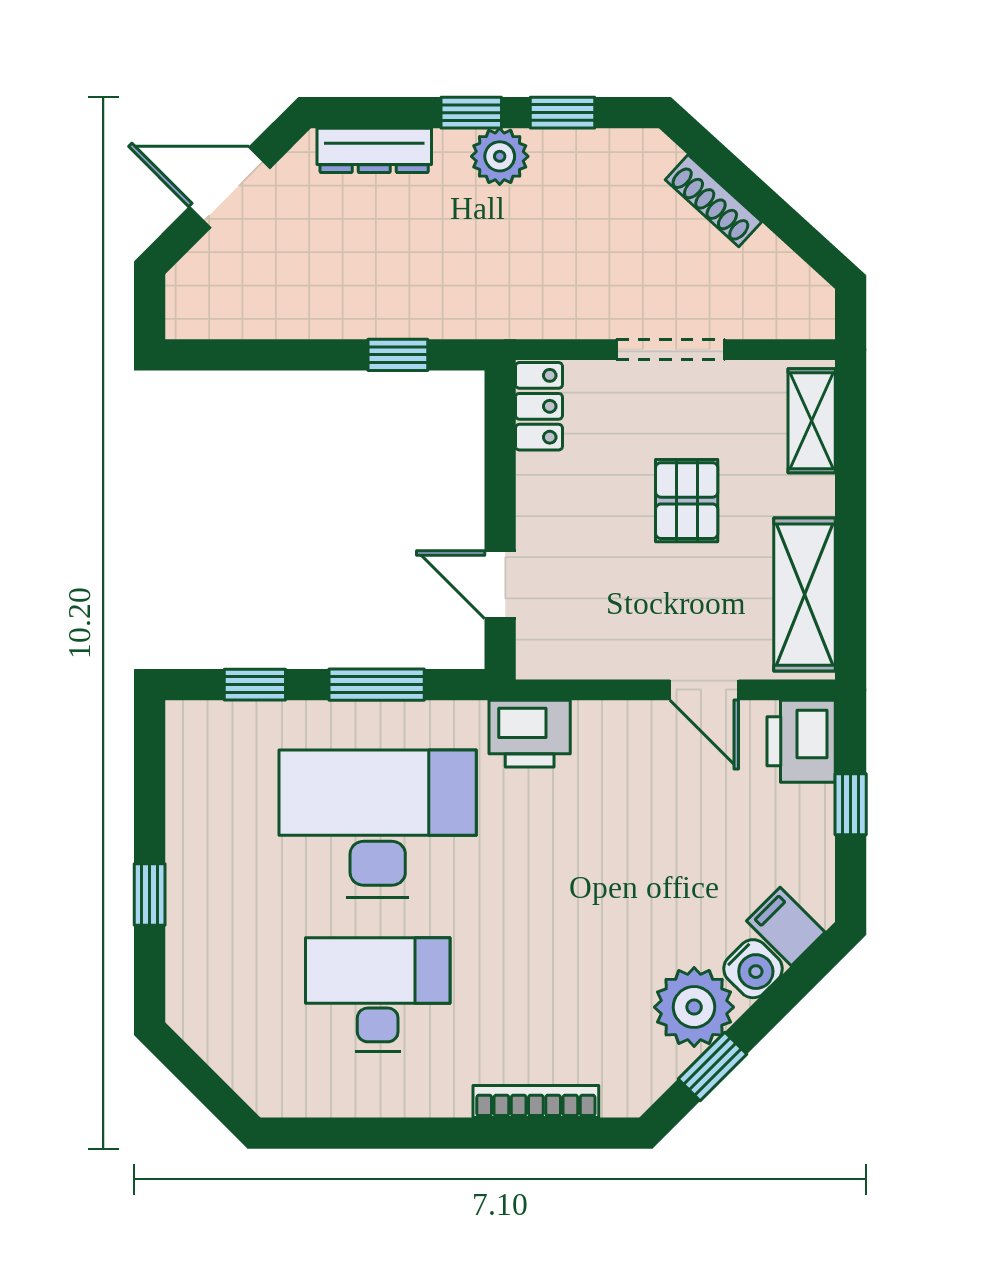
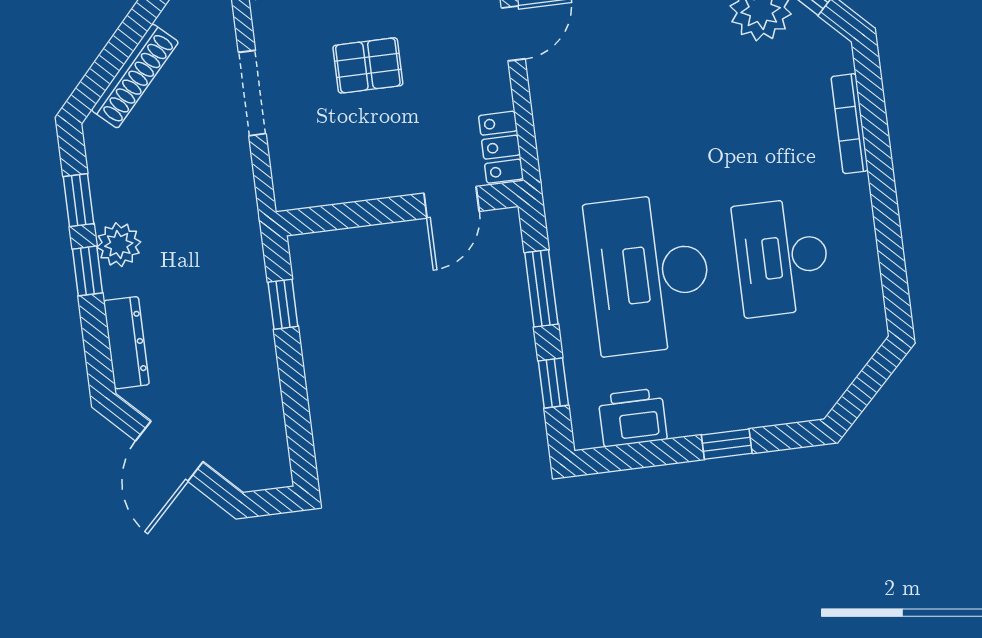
shoe rack: (713, 201) -> (135, 76), width x1.36, depth x1.24
locker: (539, 406) -> (501, 147), moved, turned -90
printer: (530, 734) -> (633, 417), moved, turned -90

